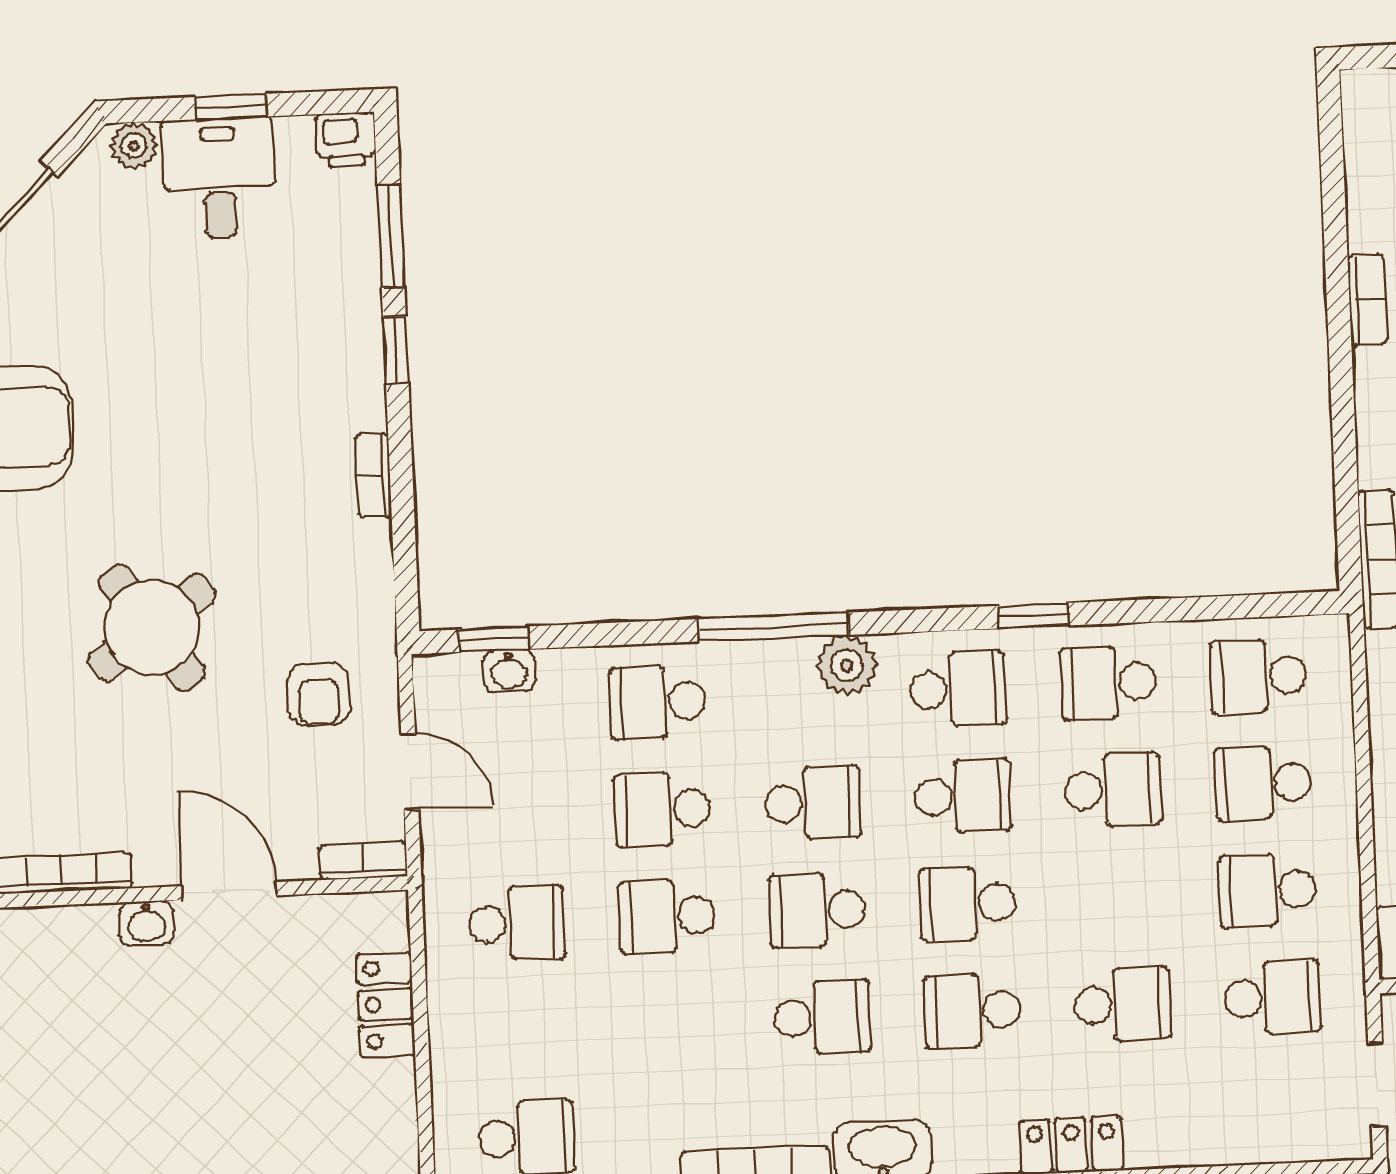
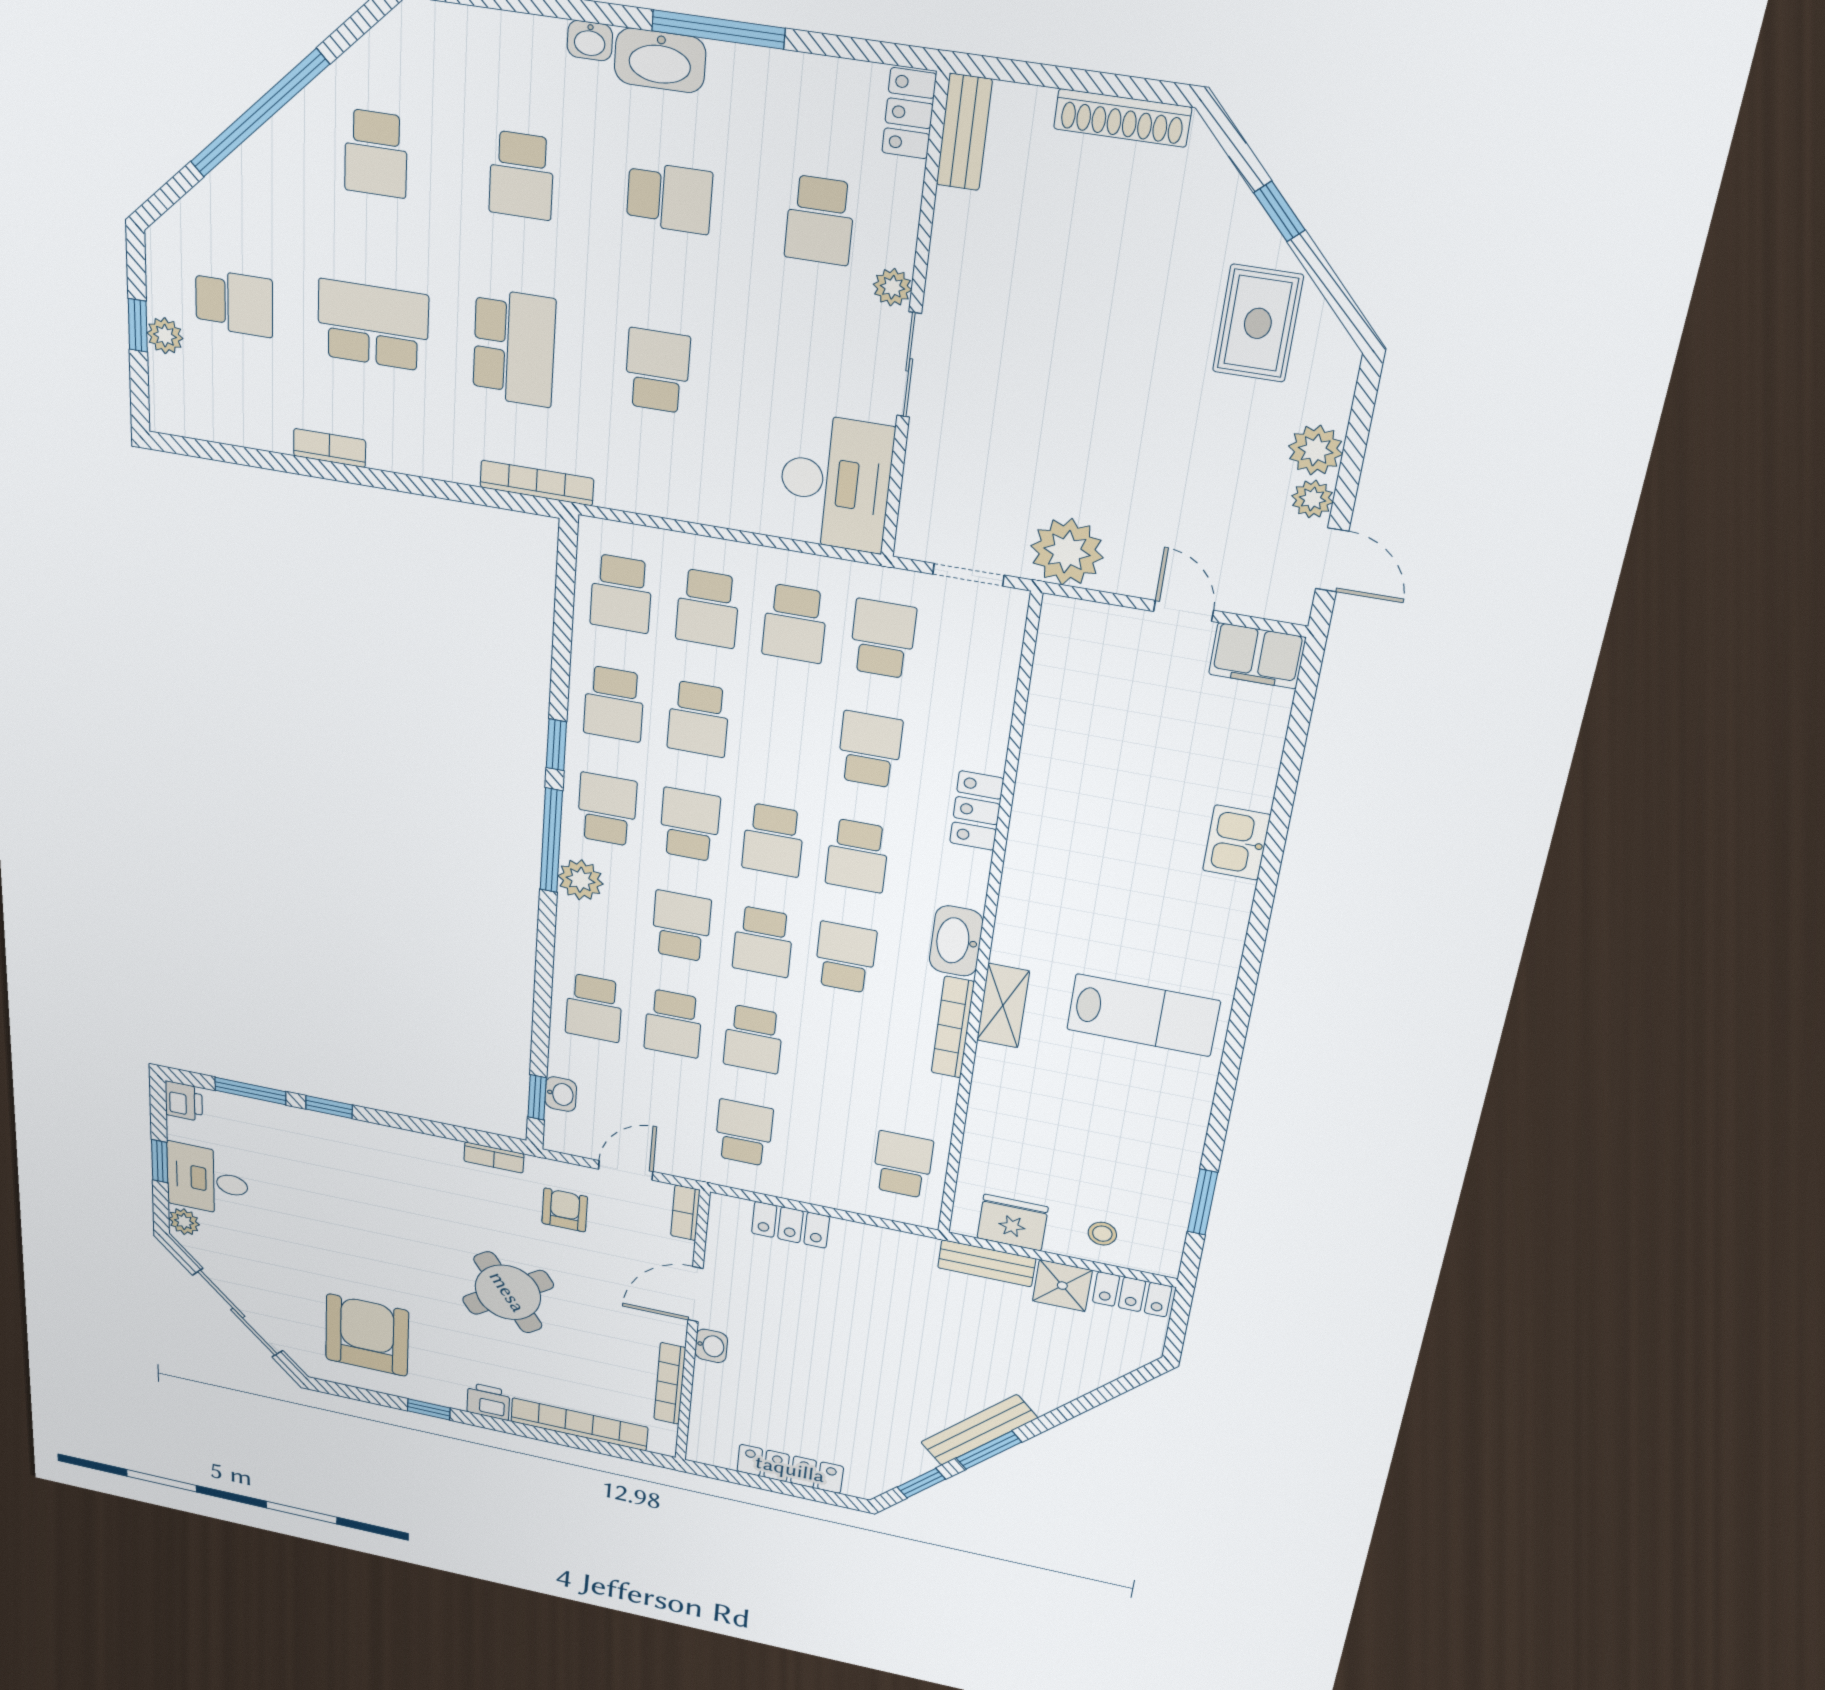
bookcase: (373, 475) -> (494, 1157), moved
window: (773, 627) -> (551, 840), moved
armchair: (319, 695) -> (565, 1210), turned -90
school desk: (1113, 790) -> (698, 719), turned 180

